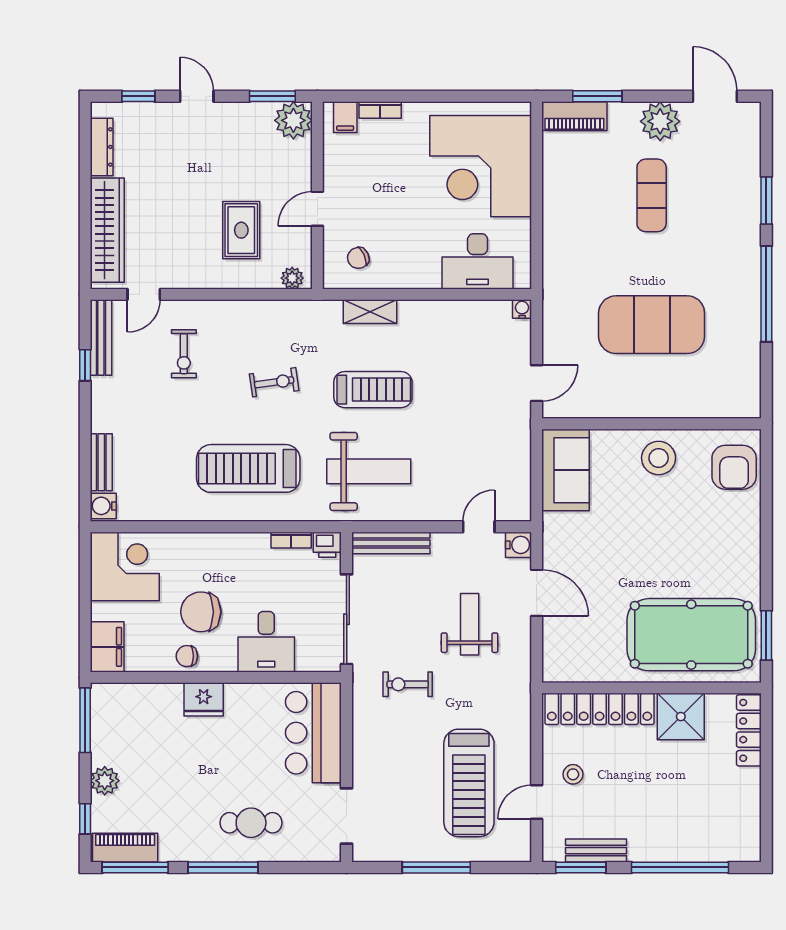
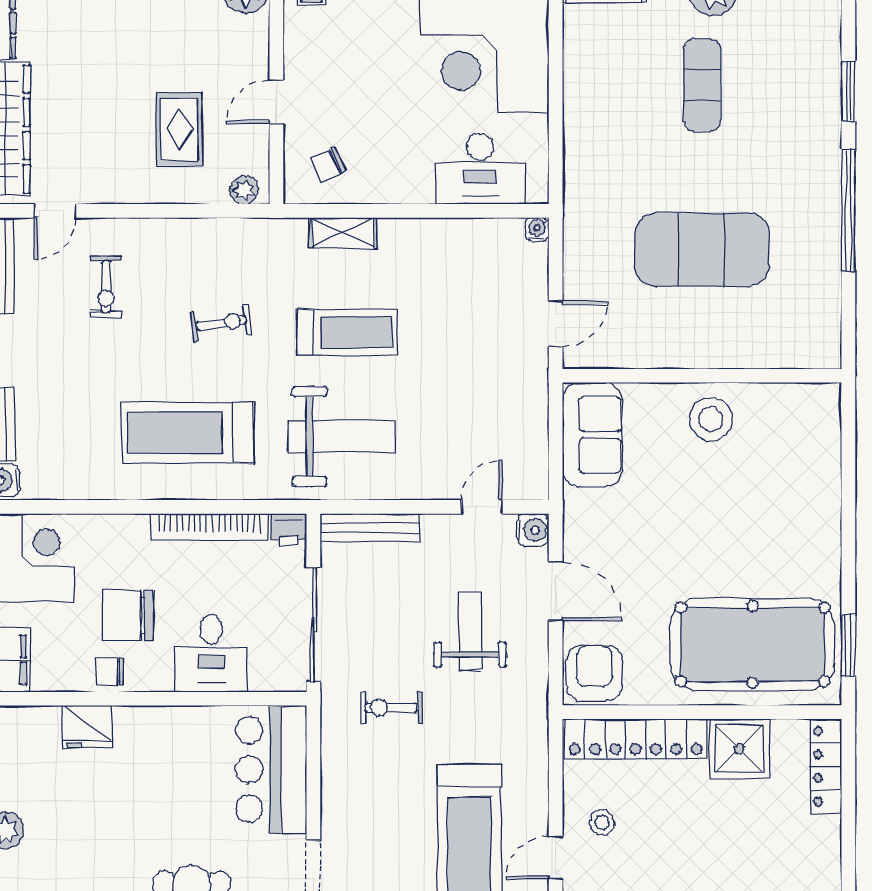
armchair: (734, 467) -> (594, 673), moved, turned 180
bookcase: (291, 540) -> (209, 527), width x2.31, depth x1.31
fridge: (204, 699) -> (87, 727), moved

